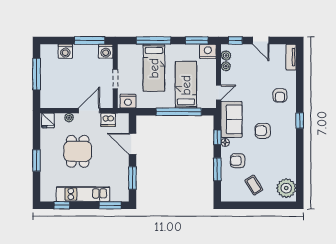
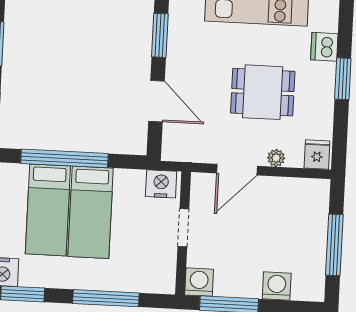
bed: (154, 68) -> (90, 212), moved, turned 180
dishwasher: (108, 120) -> (324, 47), moved, turned -90
dining table: (78, 151) -> (263, 92), turned 90

